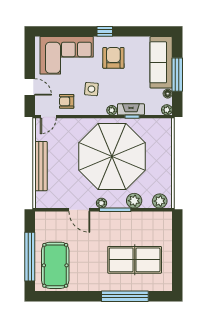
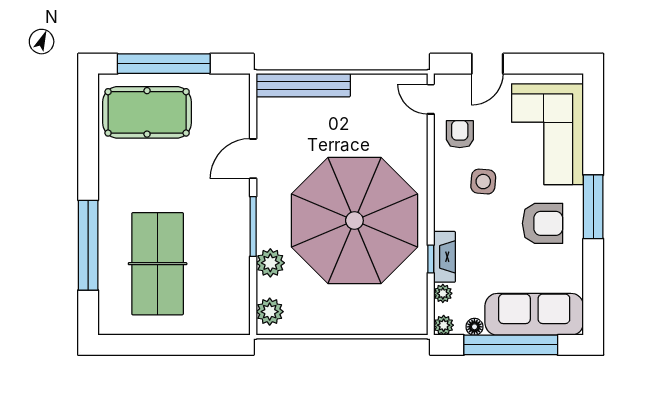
window: (105, 31) -> (593, 207), width x2.17
window: (177, 75) -> (511, 345), width x1.46
plant: (112, 110) -> (443, 293), moved
bench: (41, 166) -> (303, 85), moved
plant: (101, 203) -> (266, 201), removed

